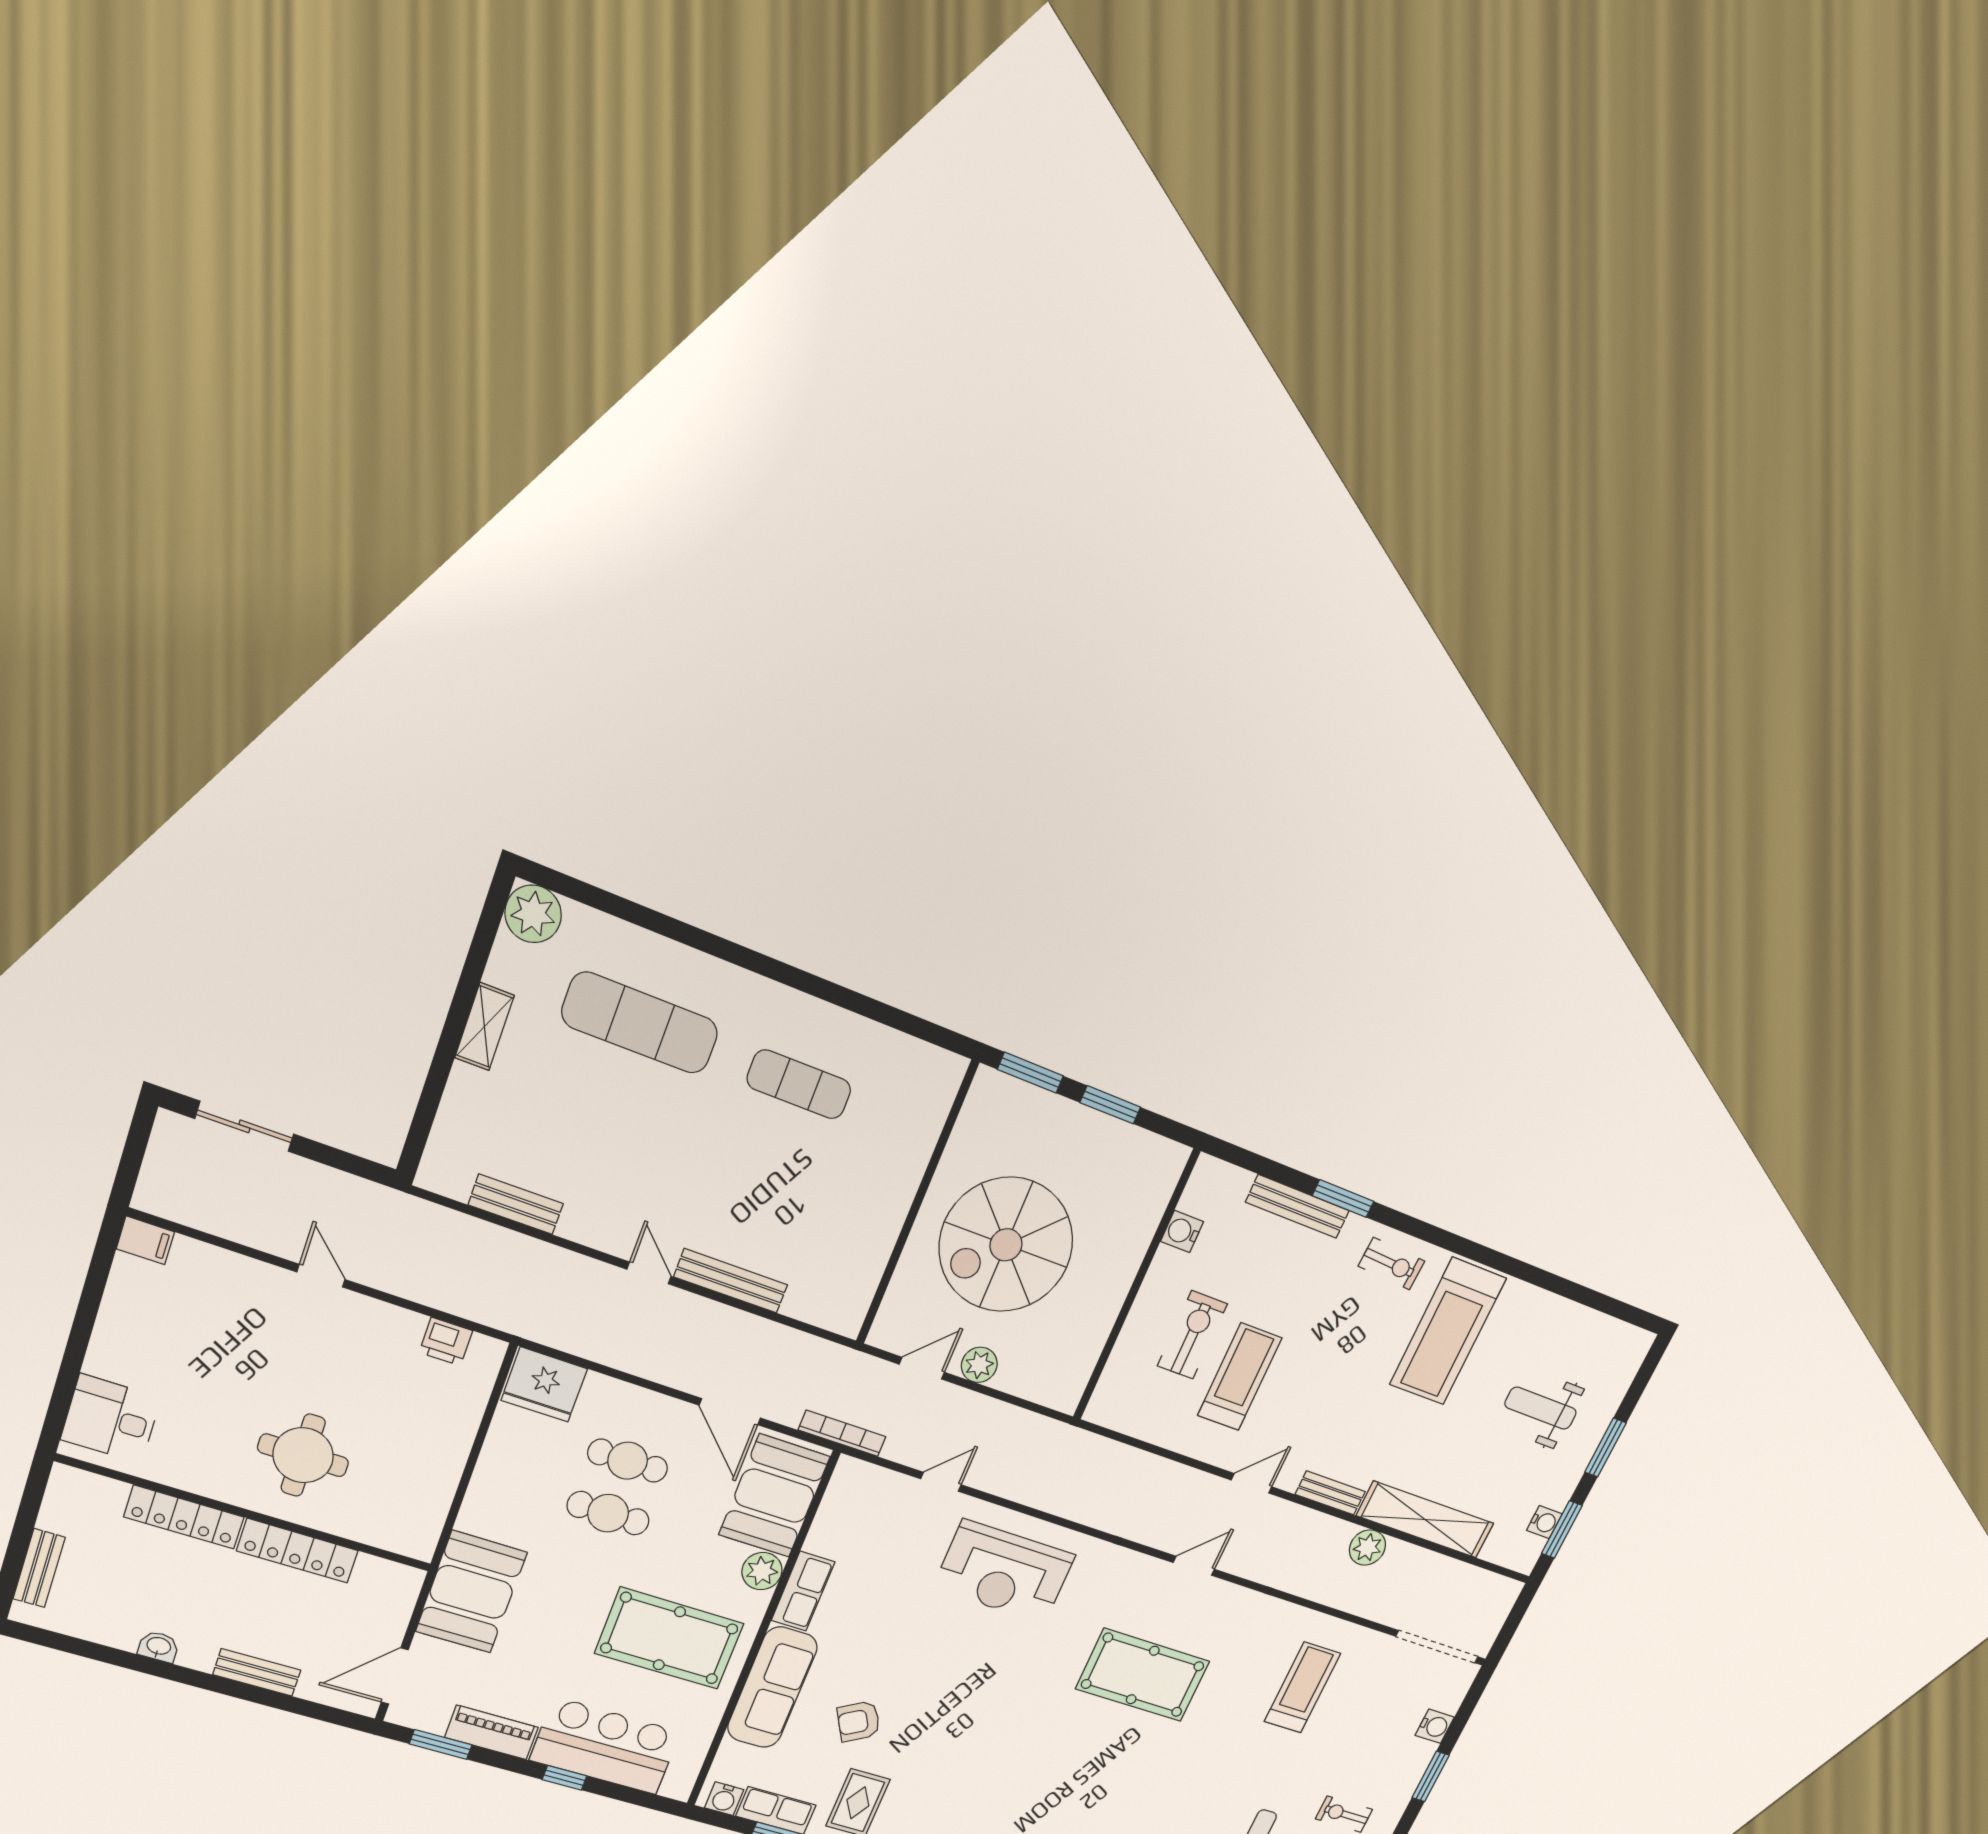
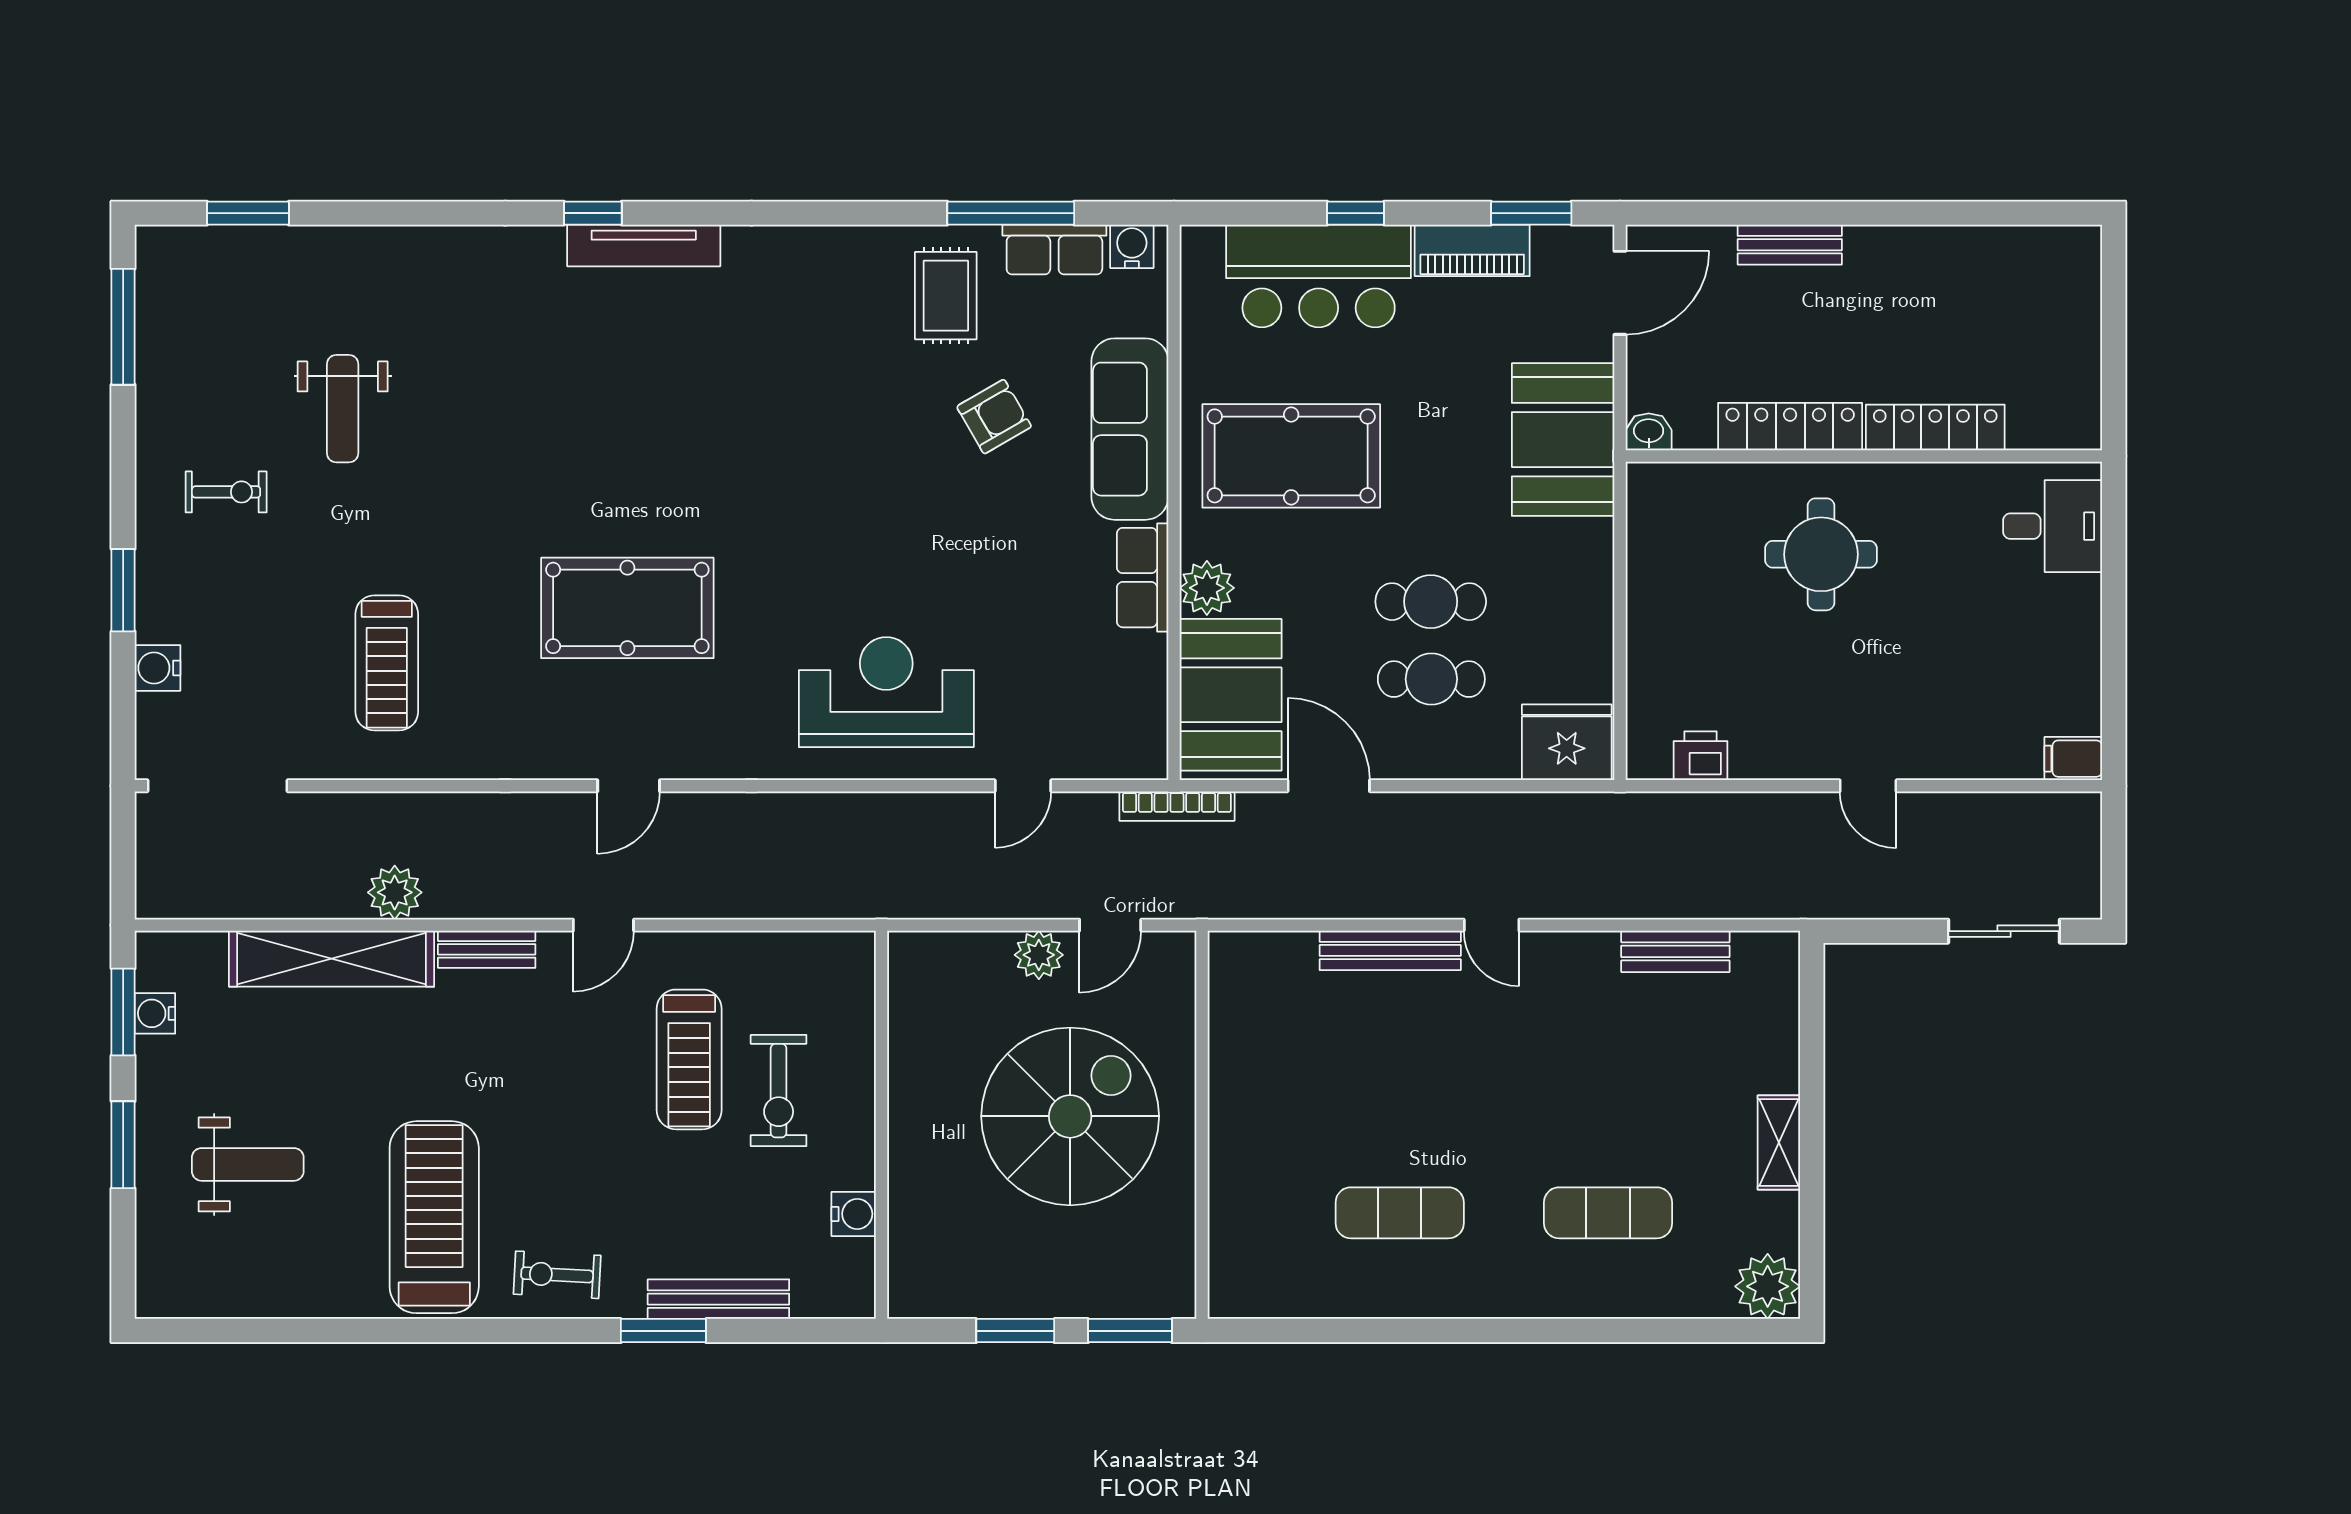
exercise mat: (640, 1023) -> (1608, 1213), width x0.73, depth x0.69
bench: (39, 1568) -> (2083, 305), removed
washbasin: (159, 1647) -> (1649, 432), moved, turned 180

